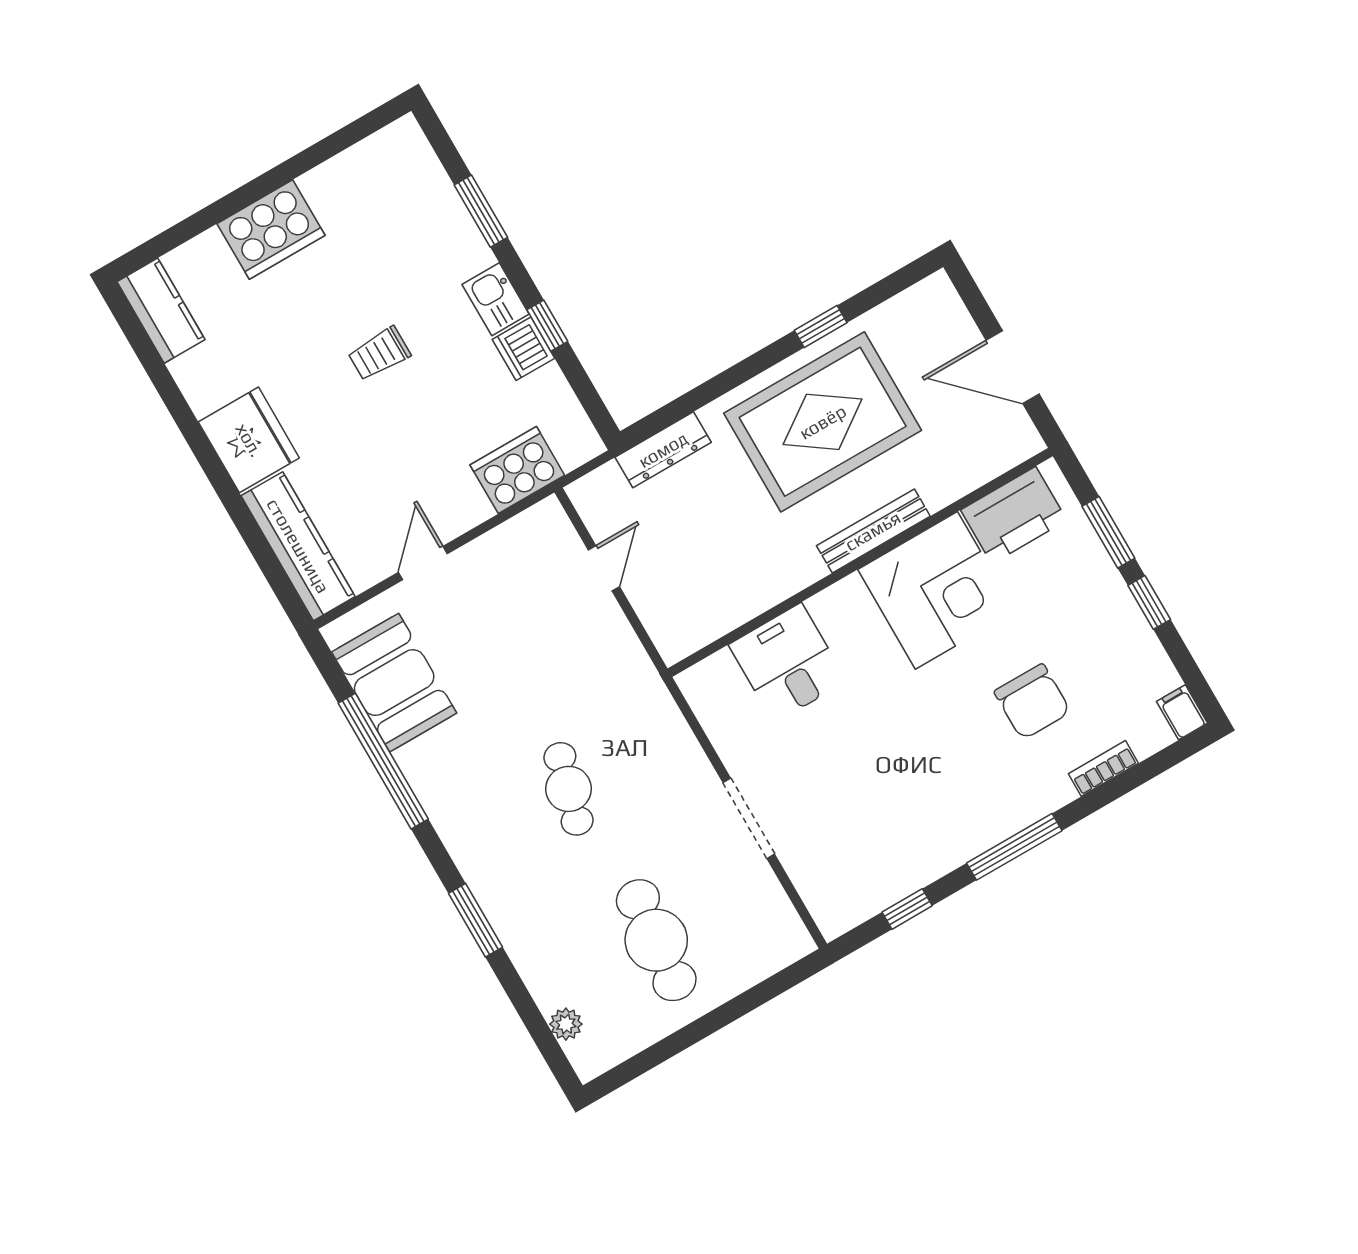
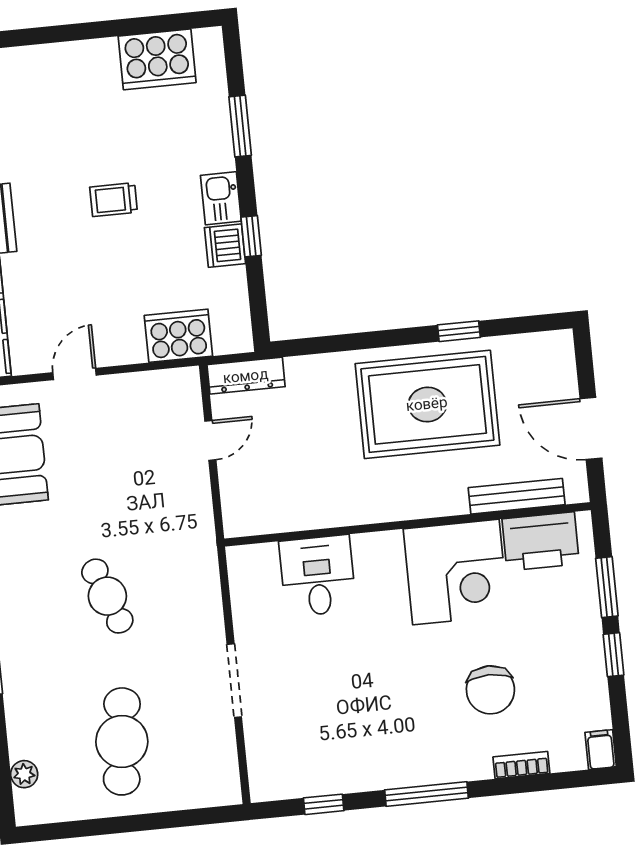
cooker: (271, 230) -> (157, 59), moved
dresser: (663, 450) -> (246, 376), moved
bench: (873, 531) -> (517, 496), moved
cafe table: (569, 789) -> (107, 596), turned -36

